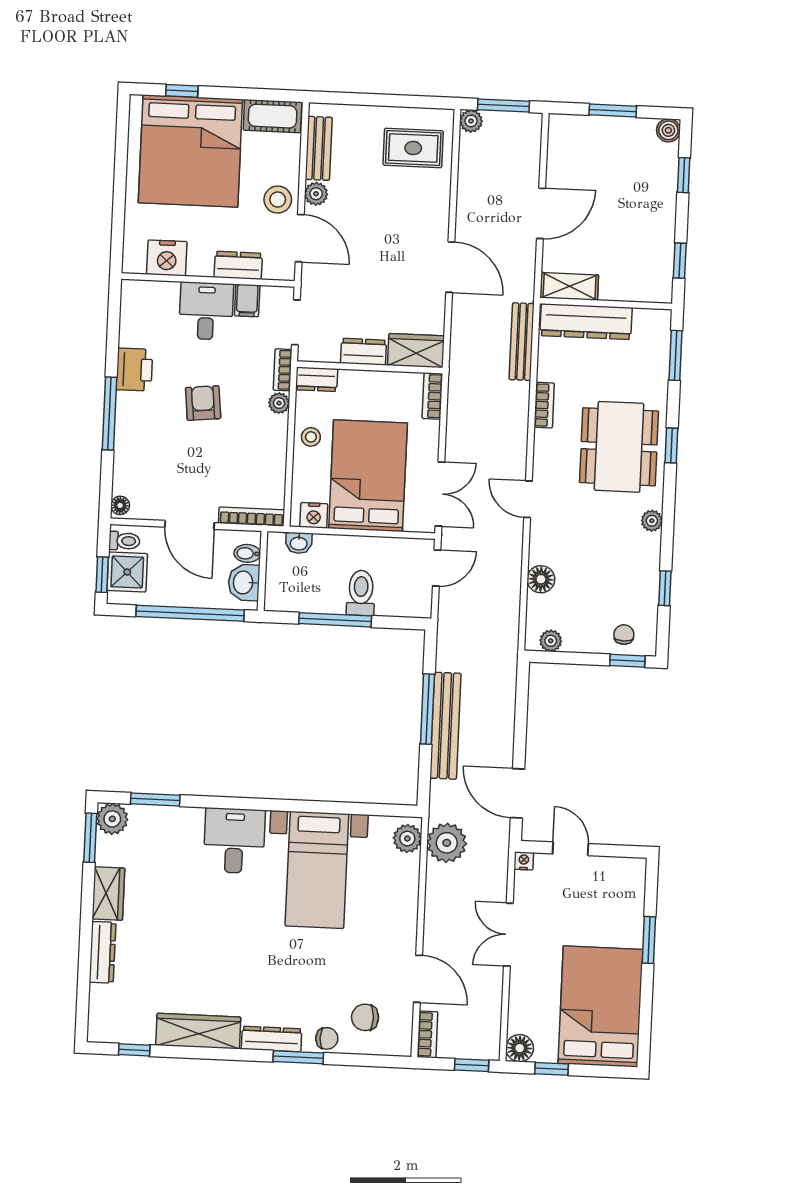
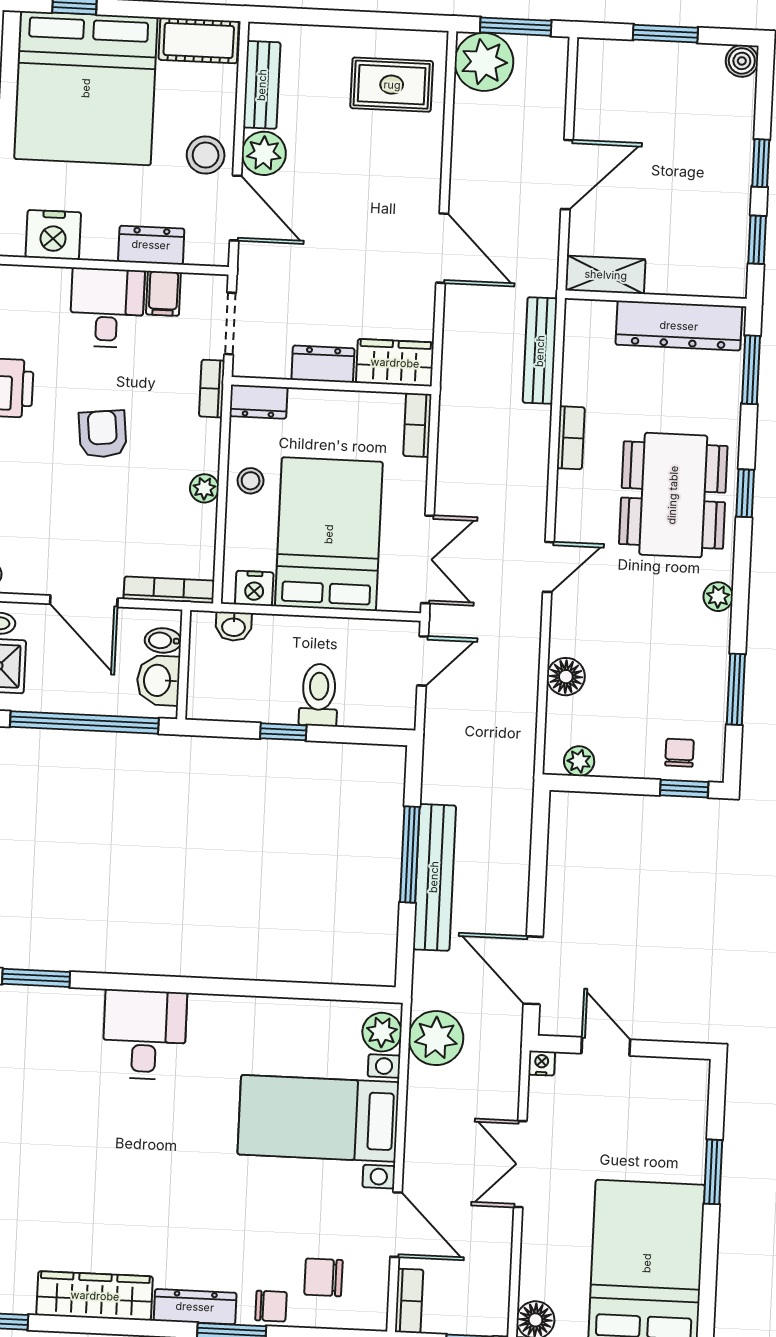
plant: (471, 121) -> (484, 62), width x1.88, depth x1.88
window: (684, 175) -> (761, 163), moved
plant: (316, 194) -> (264, 153), width x1.38, depth x1.38
dresser: (586, 322) -> (679, 326), moved
plant: (279, 403) -> (204, 488), moved
door: (528, 499) -> (548, 567), swing flipped
window: (665, 588) -> (736, 689), width x1.50
window: (335, 620) -> (283, 732), width x0.46
bed with nightstands: (317, 870) -> (318, 1118), moved, turned 90

